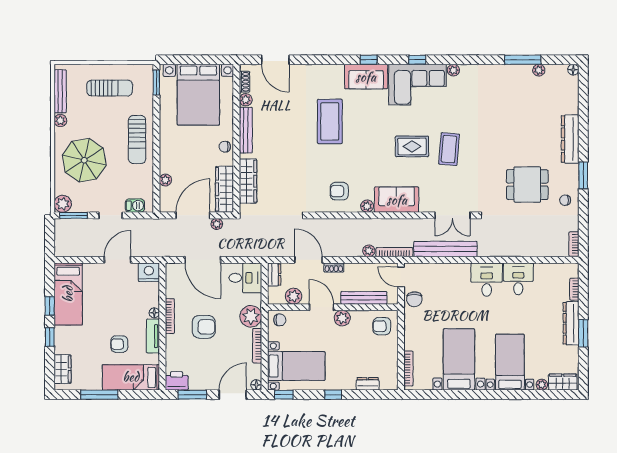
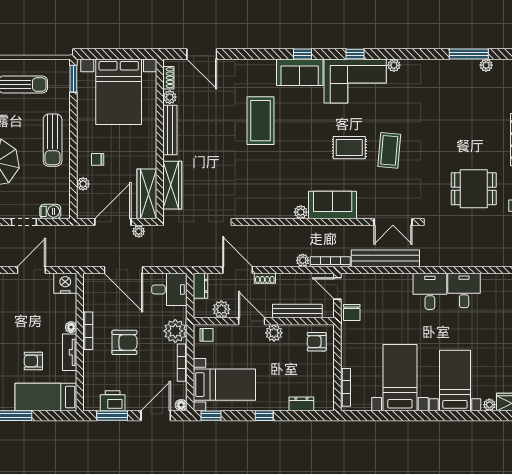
chair: (225, 147) -> (98, 159), moved
armchair: (339, 191) -> (271, 196), removed
printer: (177, 381) -> (113, 401), moved

